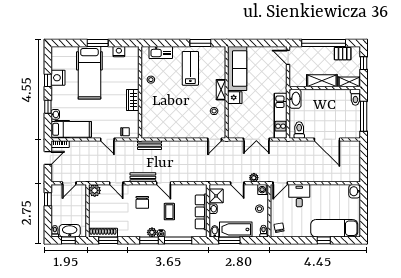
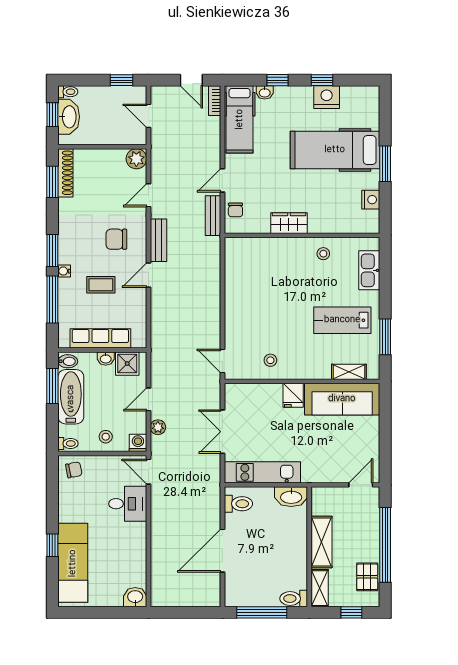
lab bench: (190, 68) -> (342, 320), turned 180
shelving: (221, 90) -> (349, 372), moved
bench: (150, 145) -> (213, 216), moved
plant: (152, 232) -> (66, 255), removed

